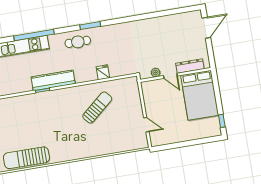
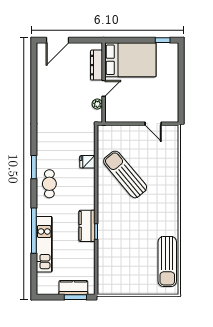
door: (206, 28) -> (58, 40), swing flipped
kitchen counter: (53, 80) -> (87, 226), width x0.67
sun lounger: (97, 107) -> (125, 174), width x1.36, depth x1.34
door: (146, 125) -> (153, 124), swing flipped

